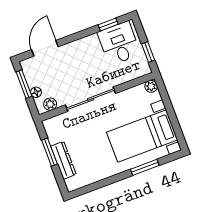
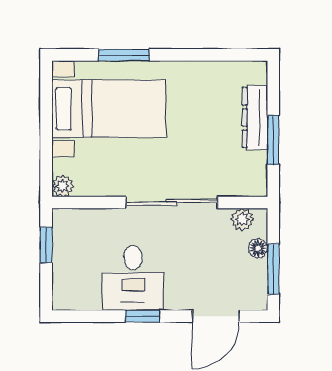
window: (108, 24) -> (142, 316), moved
desk: (119, 43) -> (133, 278), moved

